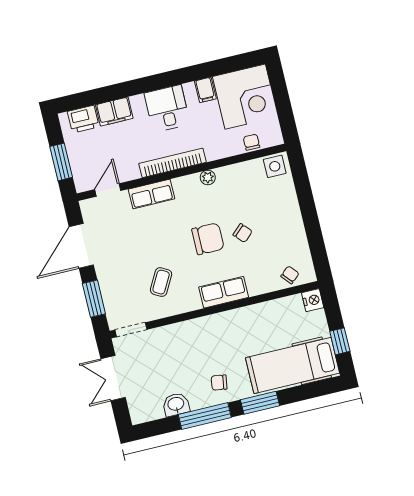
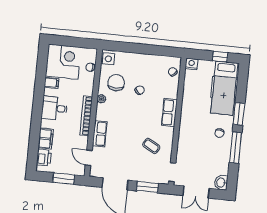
chair: (208, 239) -> (116, 83), moved
washbasin: (176, 404) -> (221, 183), moved

